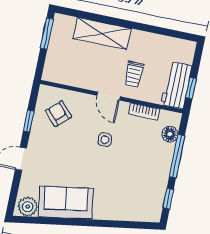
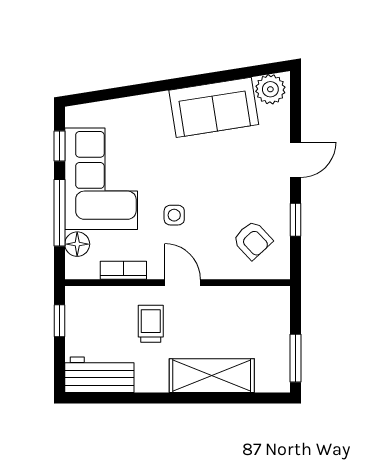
workbench: (176, 85) -> (99, 375), moved, turned -90
corner sofa: (146, 172) -> (101, 179), added

